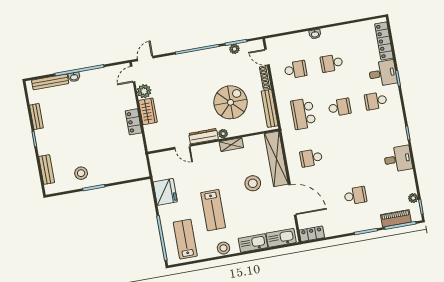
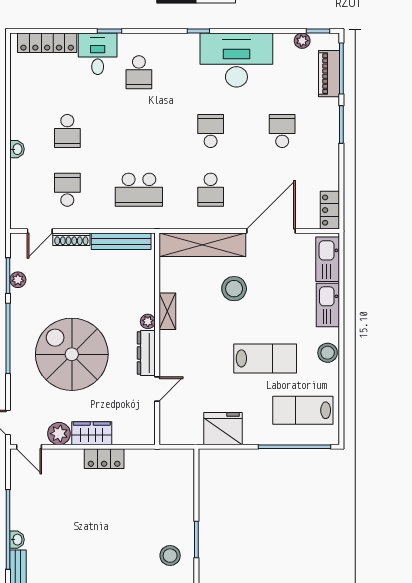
spiral stairs: (230, 102) -> (72, 354), moved, width x1.37, depth x1.37
school desk: (340, 107) -> (211, 131), moved
desk: (398, 159) -> (236, 60), width x1.87, depth x1.30

